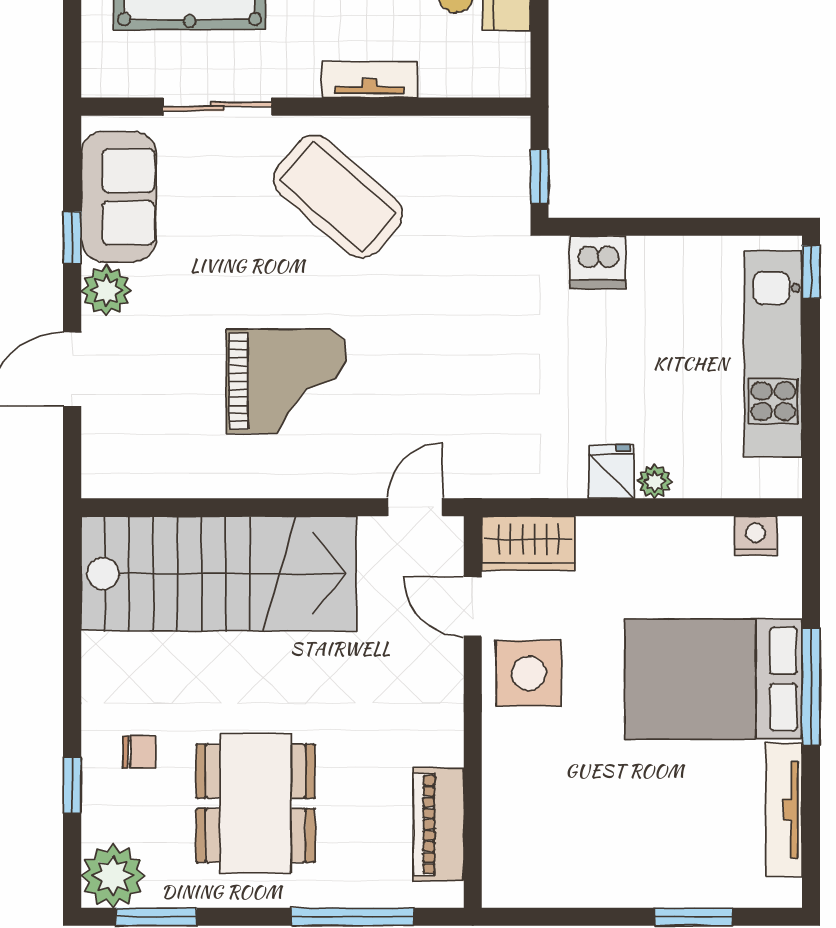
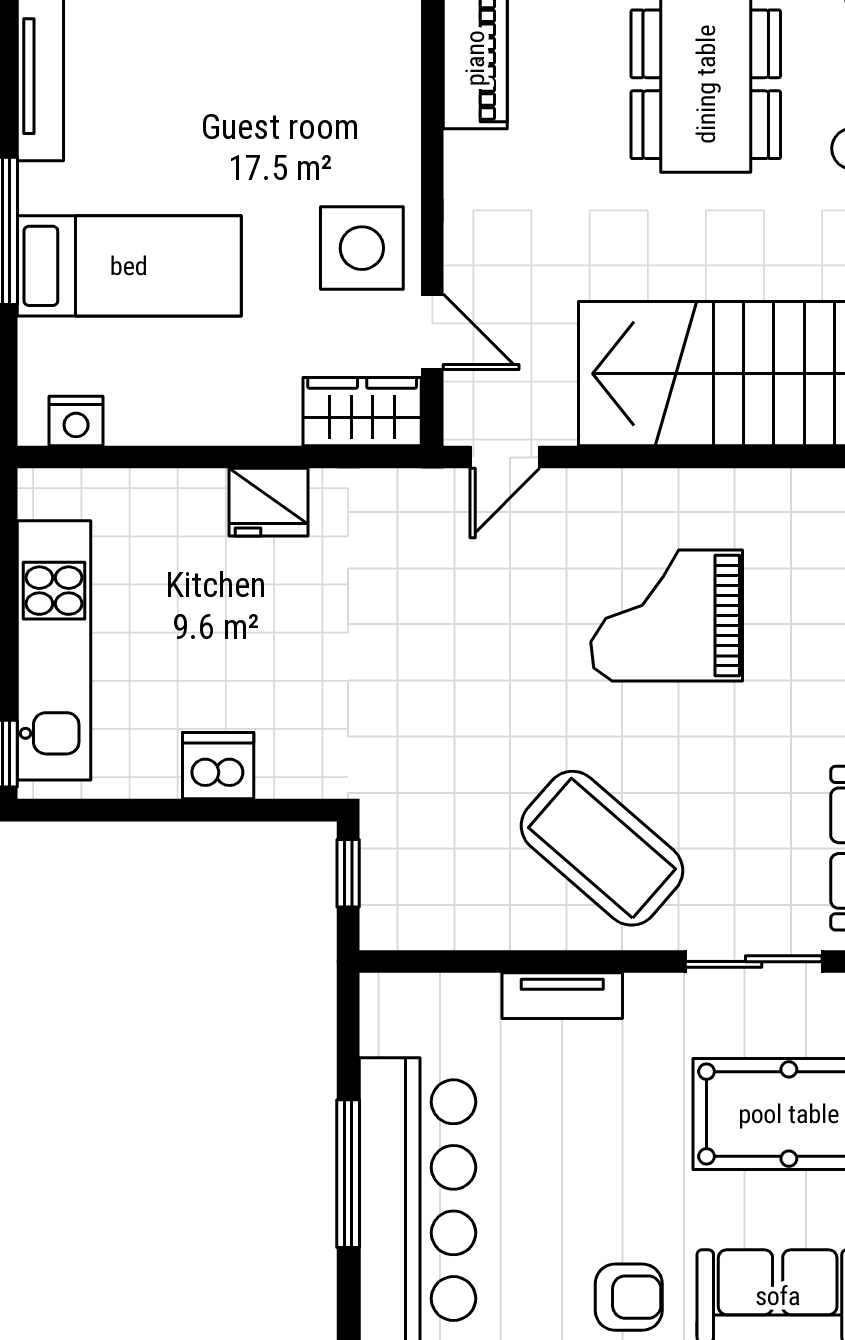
dishwasher: (598, 262) -> (218, 766), moved
fridge: (612, 471) -> (268, 502), width x1.38
plant: (655, 481) -> (203, 490), removed
bed: (713, 679) -> (129, 266), width x0.67

